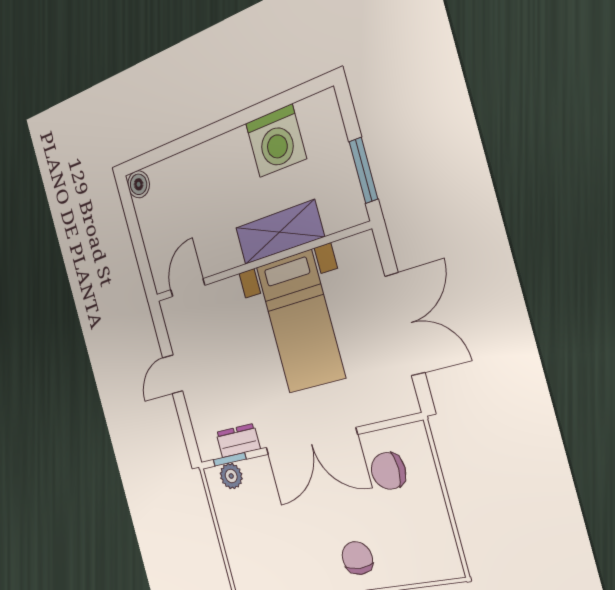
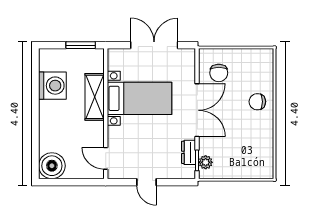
boiler: (139, 184) -> (52, 166), width x1.86, depth x1.86

